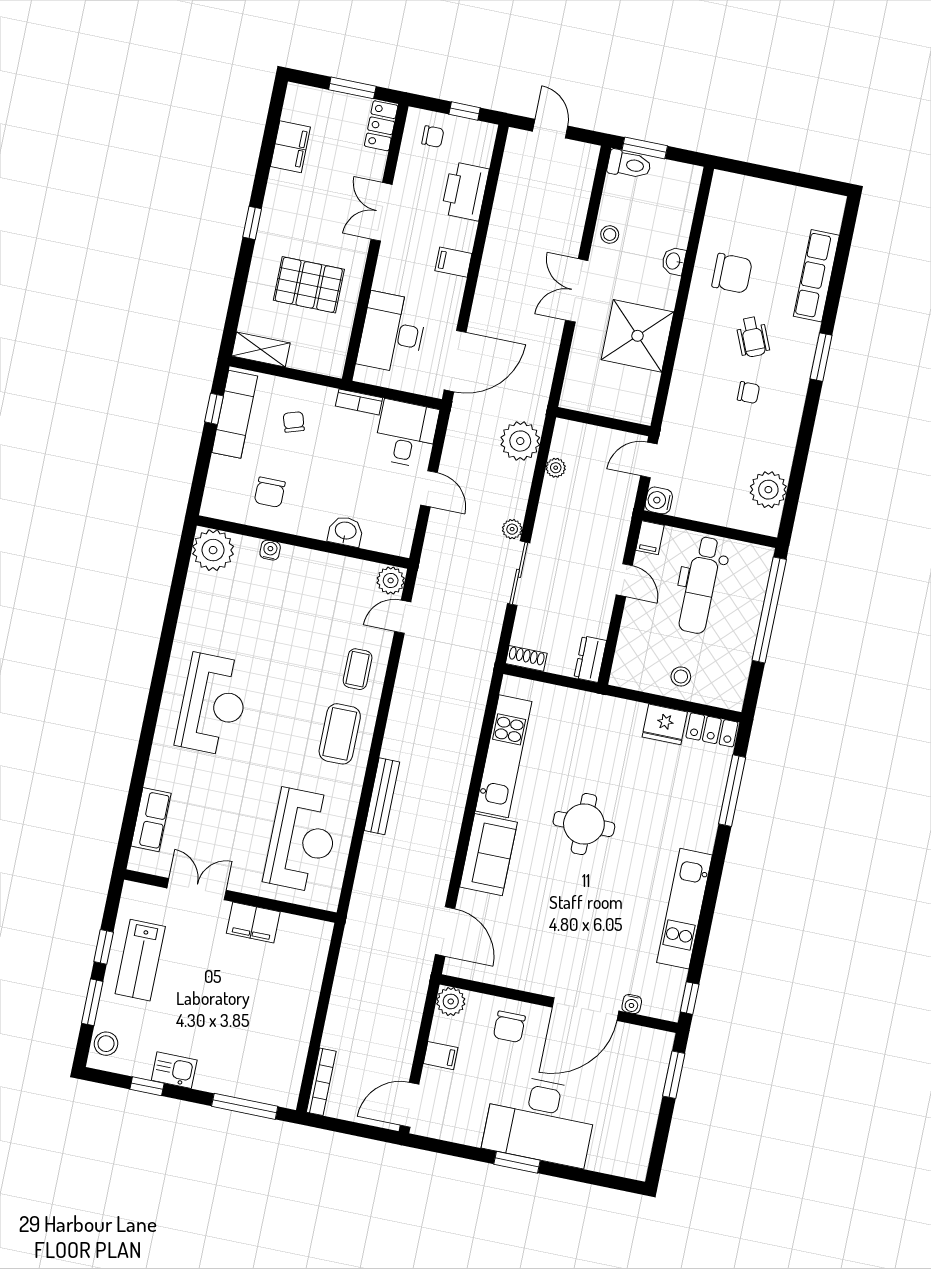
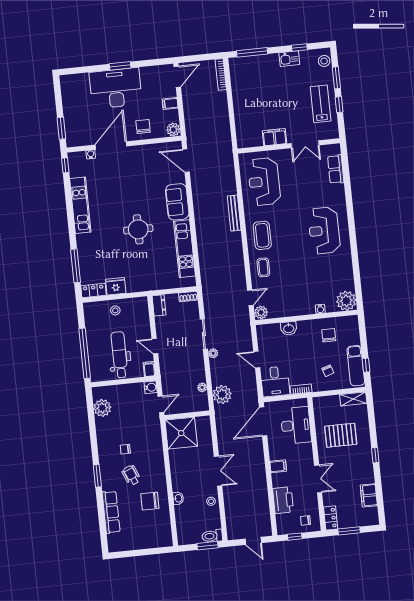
shower: (637, 336) -> (181, 433), moved

